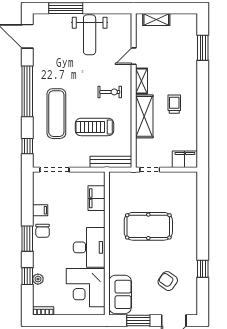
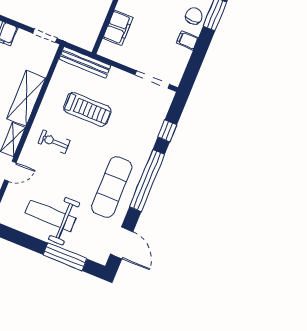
weight bench: (90, 35) -> (51, 216), turned -90
exercise mat: (56, 114) -> (112, 187), moved
window: (27, 146) -> (167, 131), moved

